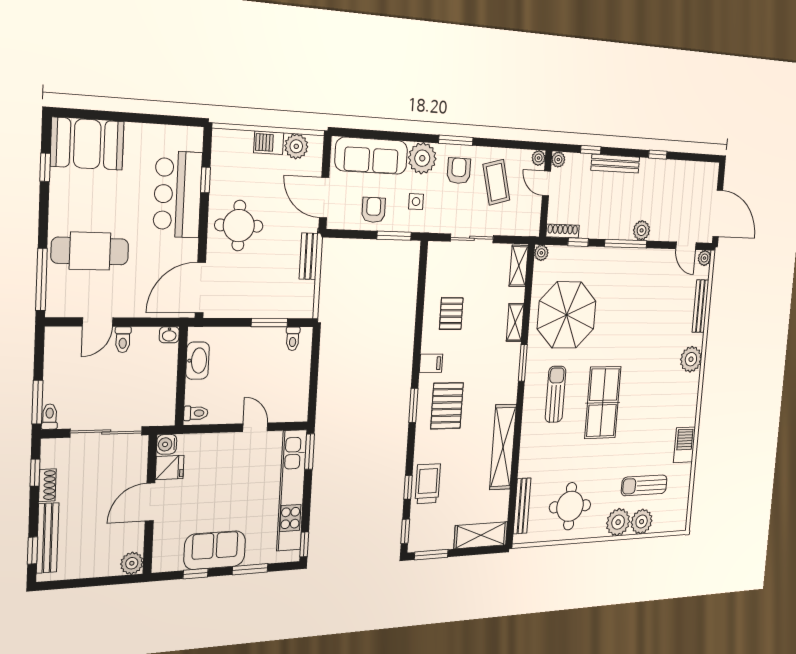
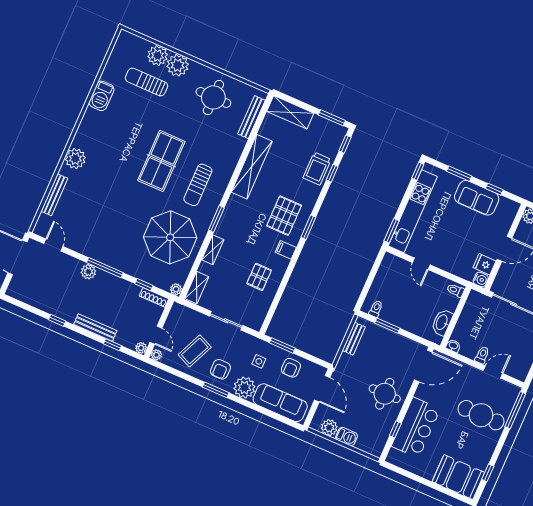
coffee table: (496, 182) -> (195, 351), turned 39
bench: (309, 256) -> (354, 339), moved
plant: (704, 258) -> (40, 229), removed
sun lounger: (644, 485) -> (146, 82), turned 180

